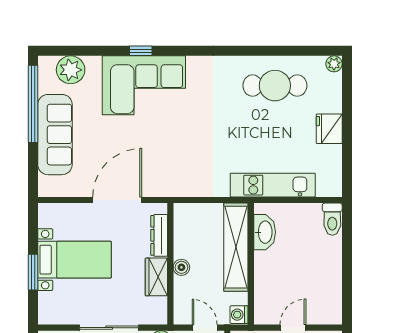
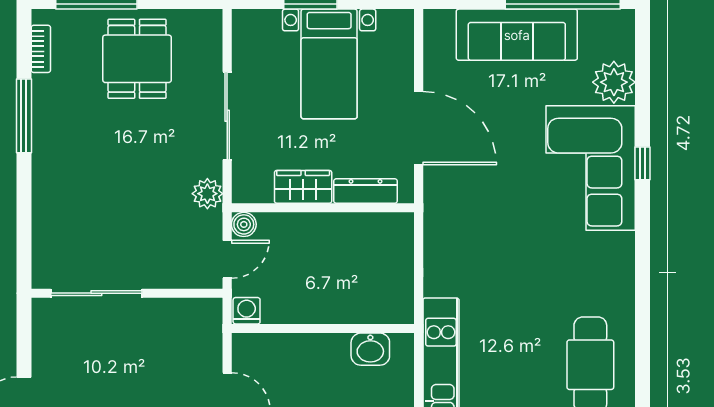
plant: (71, 70) -> (614, 82), moved
washbasin: (265, 232) -> (370, 349), width x0.72
shelving: (236, 247) -> (348, 306), removed
boiler: (181, 267) -> (244, 224), moved

